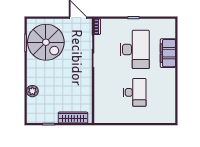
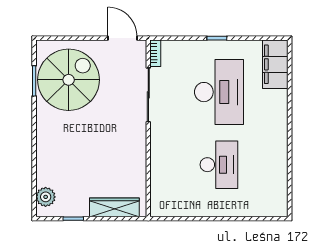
spiral stairs: (46, 42) -> (69, 80), turned -90
filing cabinet: (168, 53) -> (275, 64), moved
plant: (32, 91) -> (46, 197), moved

